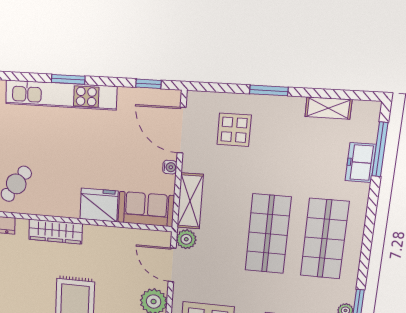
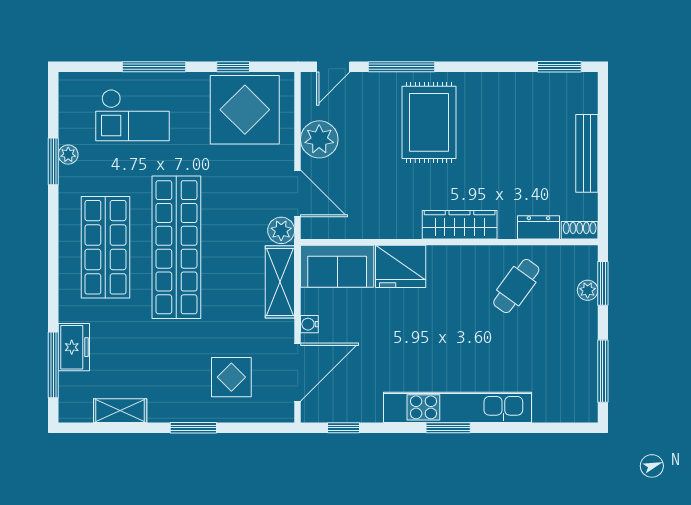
door: (182, 130) -> (298, 372), hinge flipped
shop shelf: (268, 234) -> (176, 247), width x1.40

